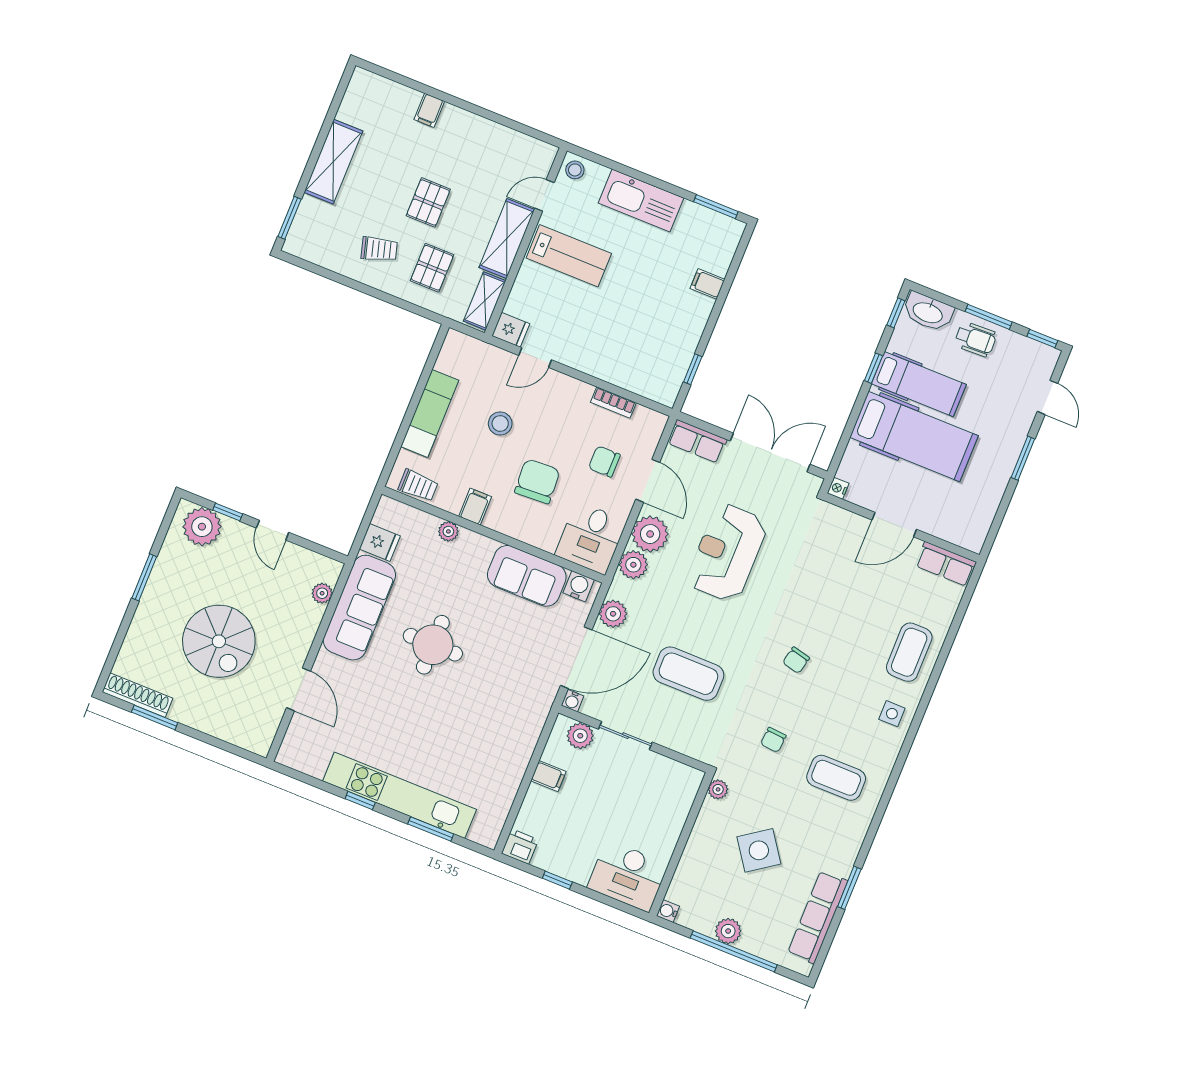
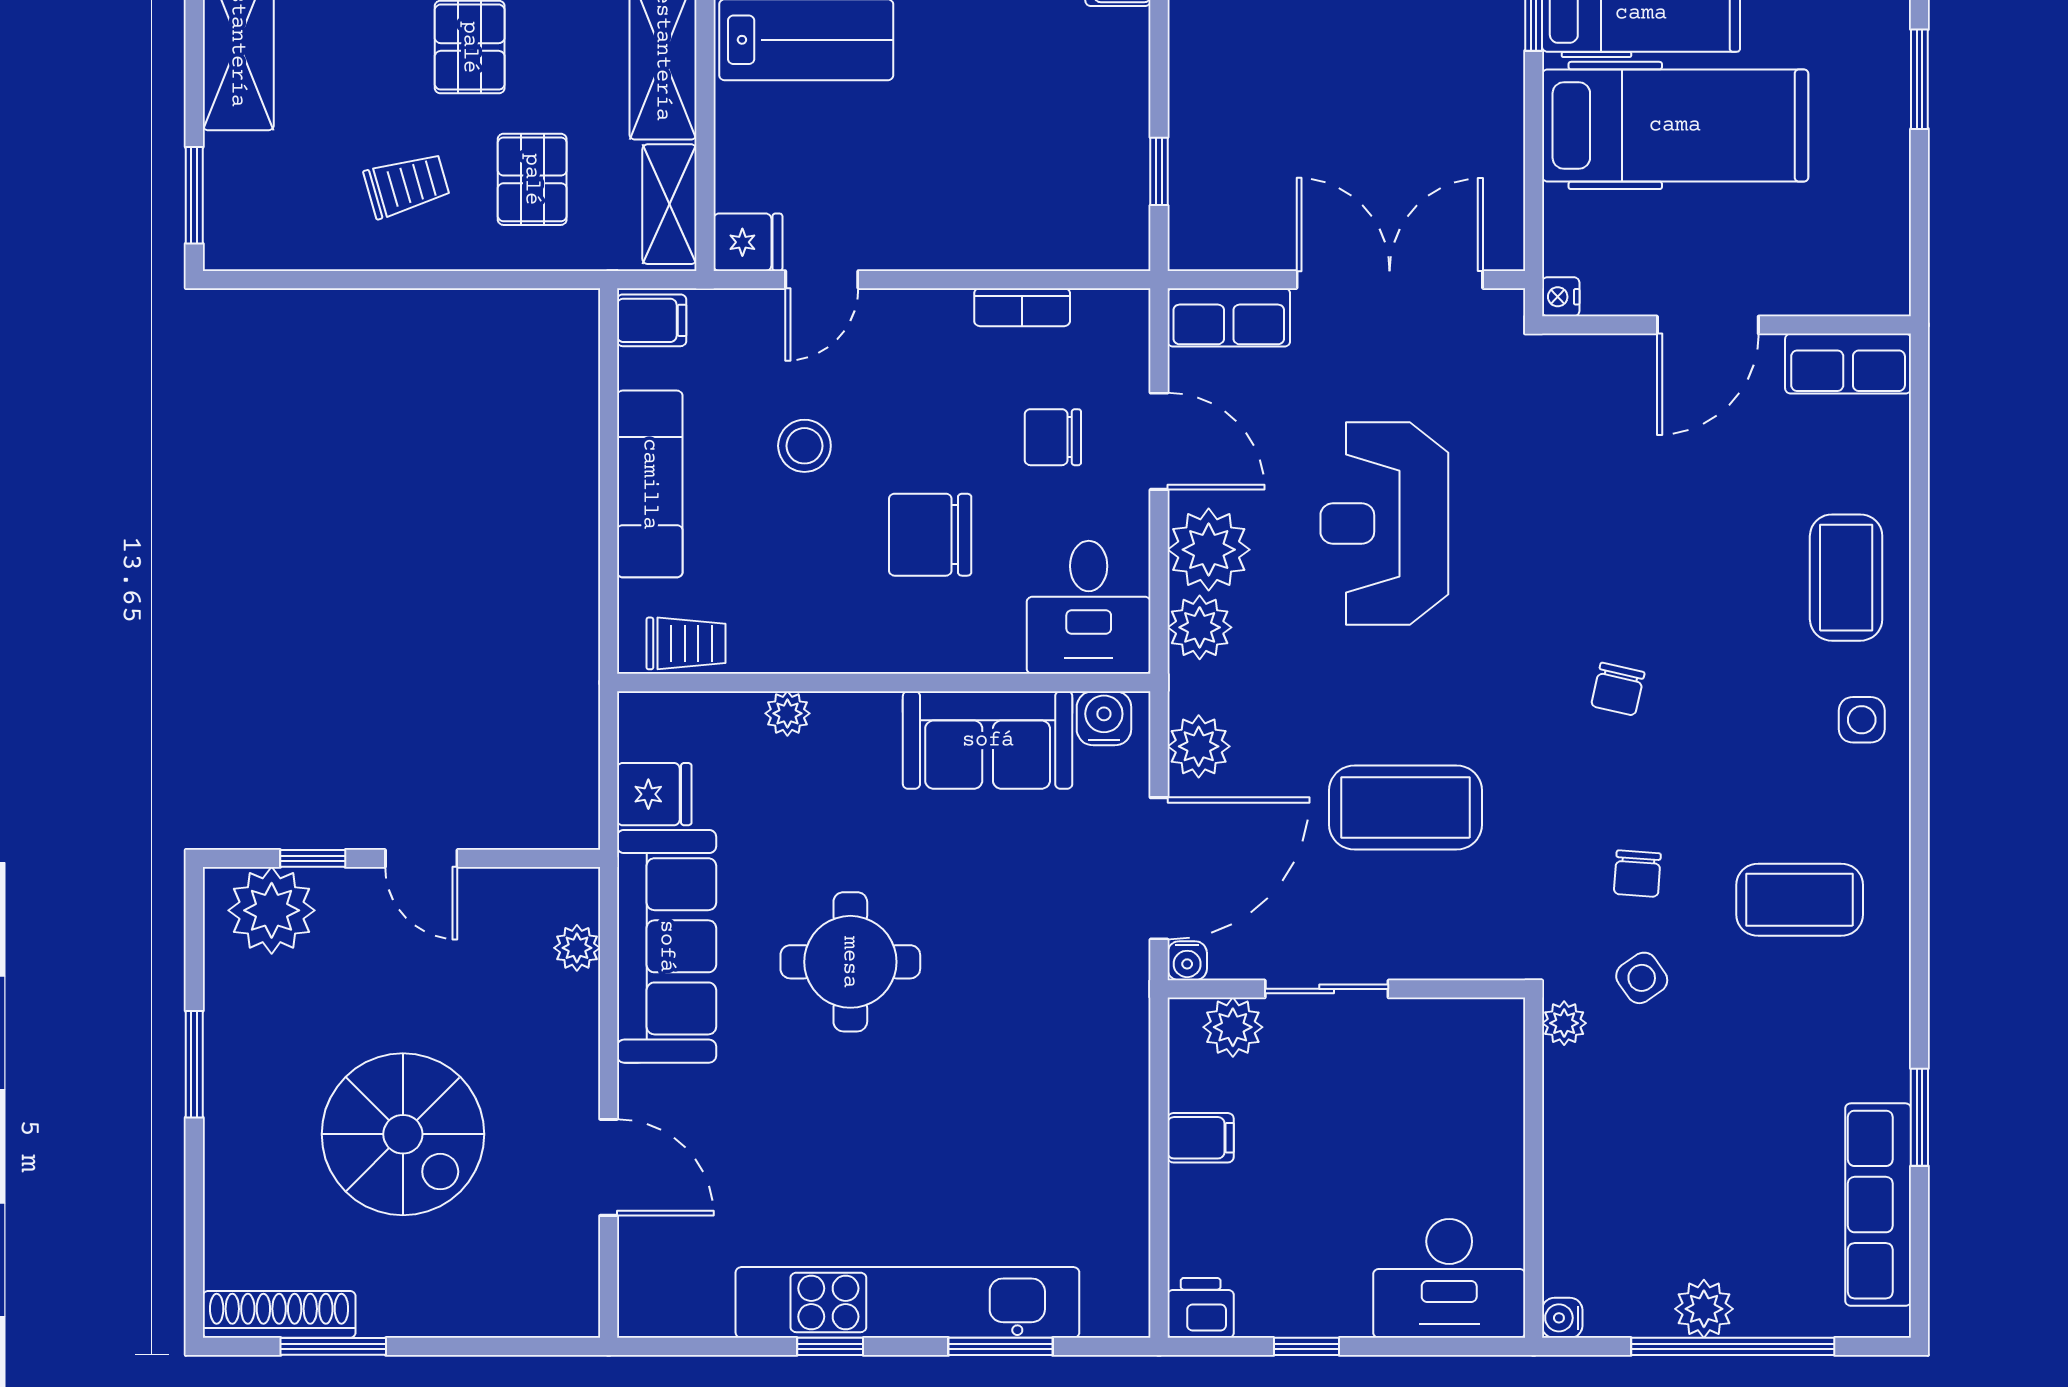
chair: (537, 481) -> (930, 535), turned -87
filing cabinet: (475, 507) -> (652, 320), moved, turned 90
side table: (759, 850) -> (1642, 978), moved, width x0.54, depth x0.54

